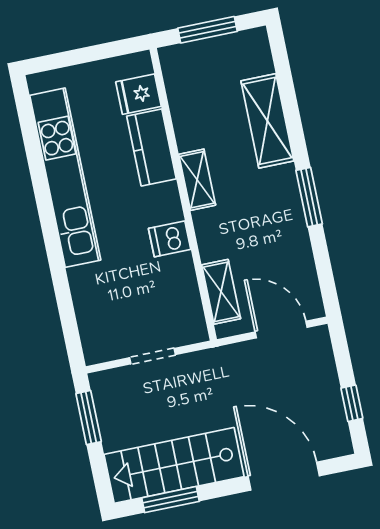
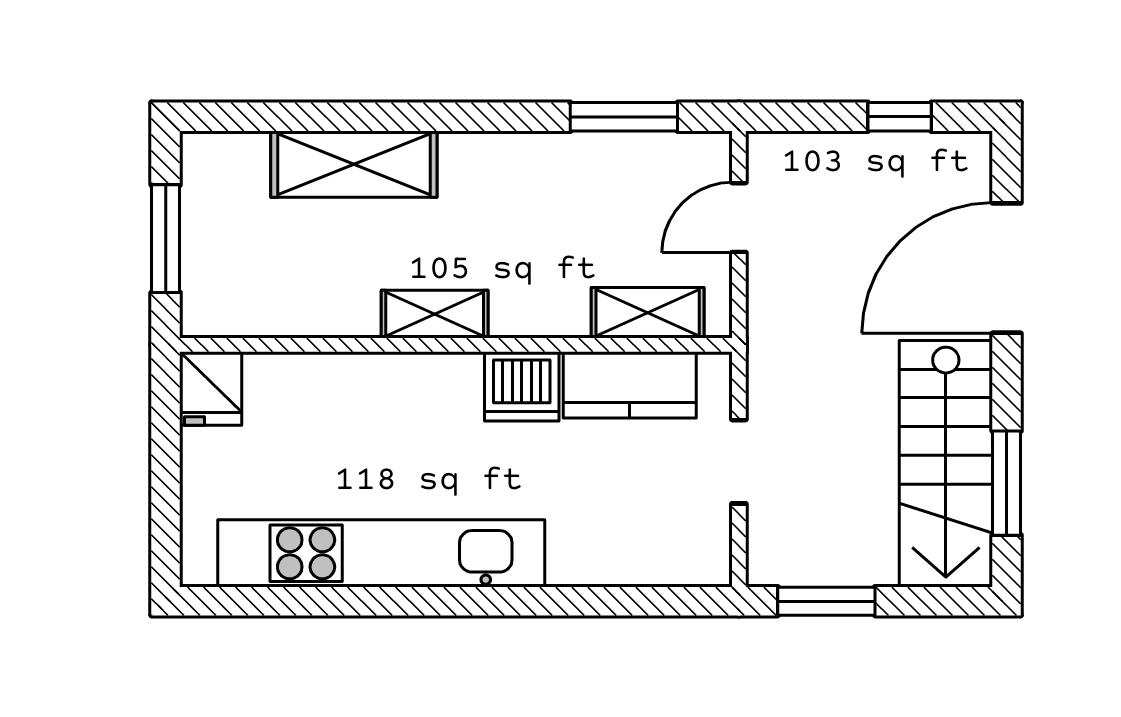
fridge: (138, 94) -> (211, 389), moved
kitchen counter: (152, 147) -> (630, 385), moved
window: (309, 197) -> (624, 117), moved
dishwasher: (170, 239) -> (522, 386), width x1.38
door: (281, 330) -> (739, 218), width x0.73

